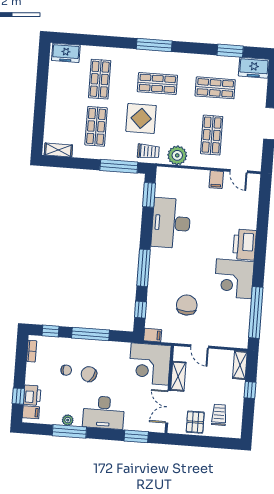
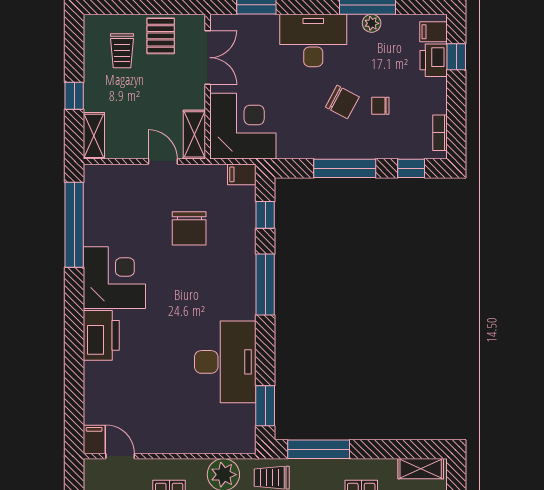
filing cabinet: (216, 180) -> (94, 439), moved
shelving: (178, 376) -> (194, 134), moved

